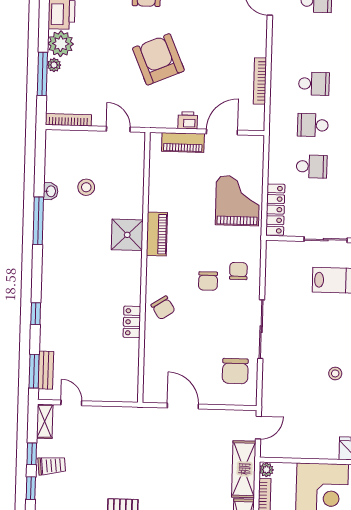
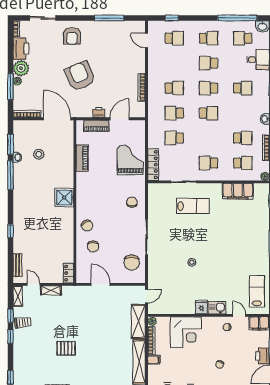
door: (118, 129) -> (57, 119), width x1.87
school desk: (312, 167) -> (174, 138), turned 180
piano: (157, 234) -> (82, 158), moved
shower: (127, 235) -> (64, 198), moved
chair: (208, 281) -> (93, 246), moved
locker: (132, 322) -> (69, 273), moved
window: (34, 371) -> (10, 144), moved
shelving: (100, 414) -> (51, 290), added

